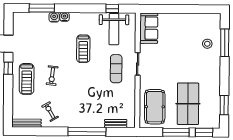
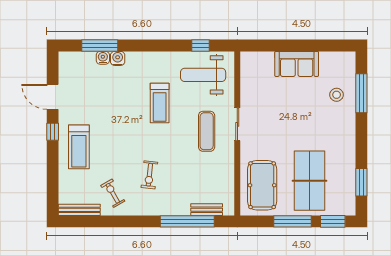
water cooler: (64, 17) -> (103, 58), moved
sofa: (149, 28) -> (297, 64), moved, turned 90
weight bench: (114, 29) -> (203, 75), turned 90
exercise bike: (52, 76) -> (149, 175), moved
window: (87, 132) -> (187, 221), moved

